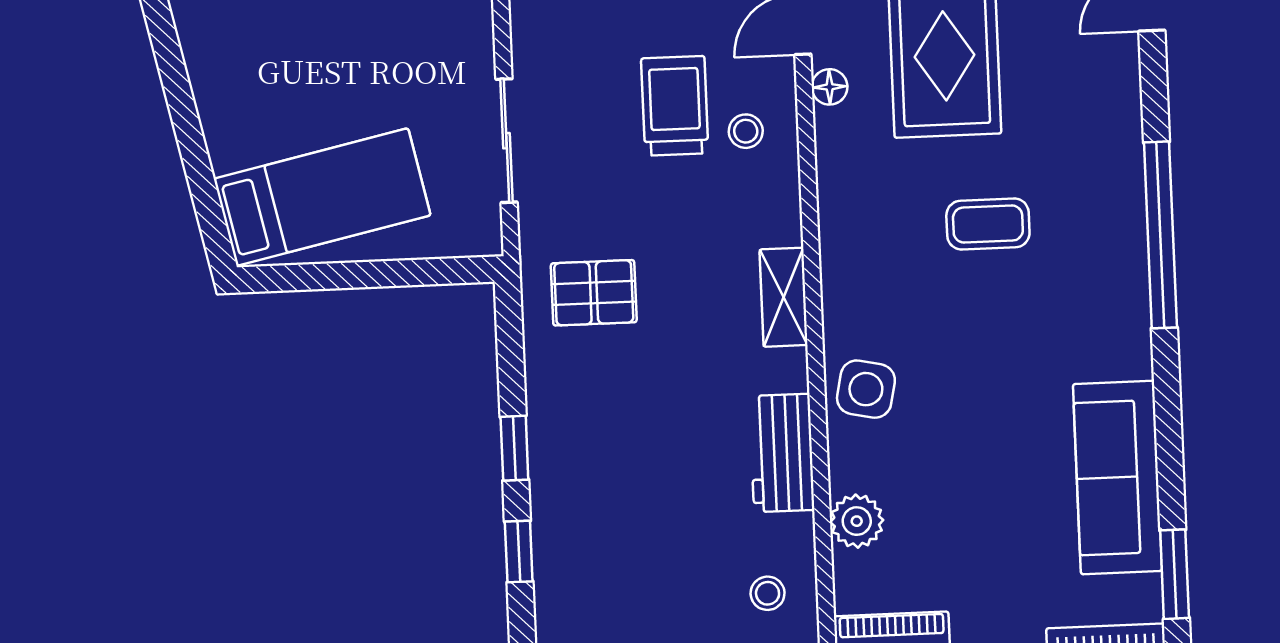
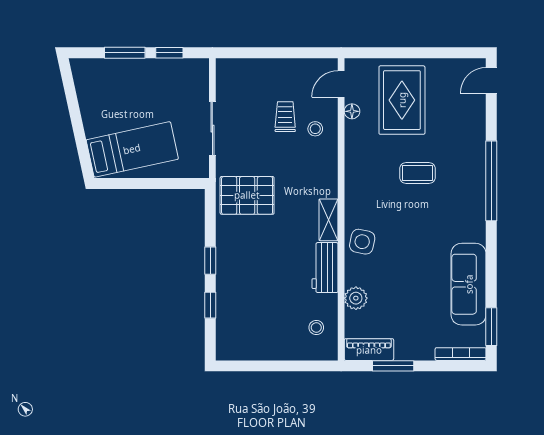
trolley: (675, 106) -> (285, 117), width x0.73, depth x0.72
pallet: (594, 293) -> (247, 195), width x1.50, depth x1.42
shelving: (784, 297) -> (328, 220), moved

